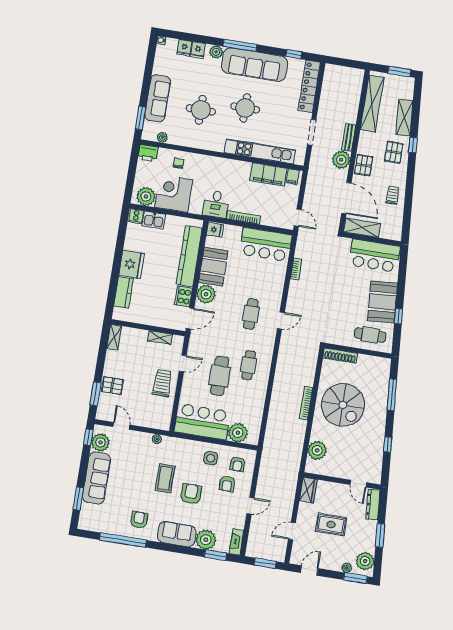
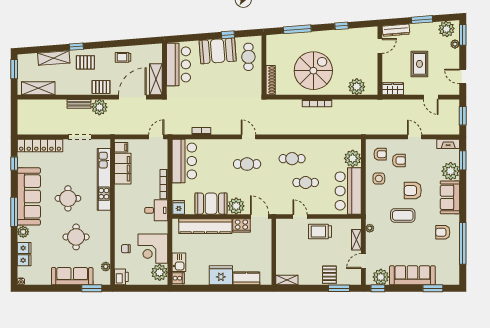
shelving: (372, 104) -> (38, 88), width x0.68
shelving: (160, 338) -> (356, 240), moved
cafe table: (220, 376) -> (306, 183), width x0.73, depth x0.74

